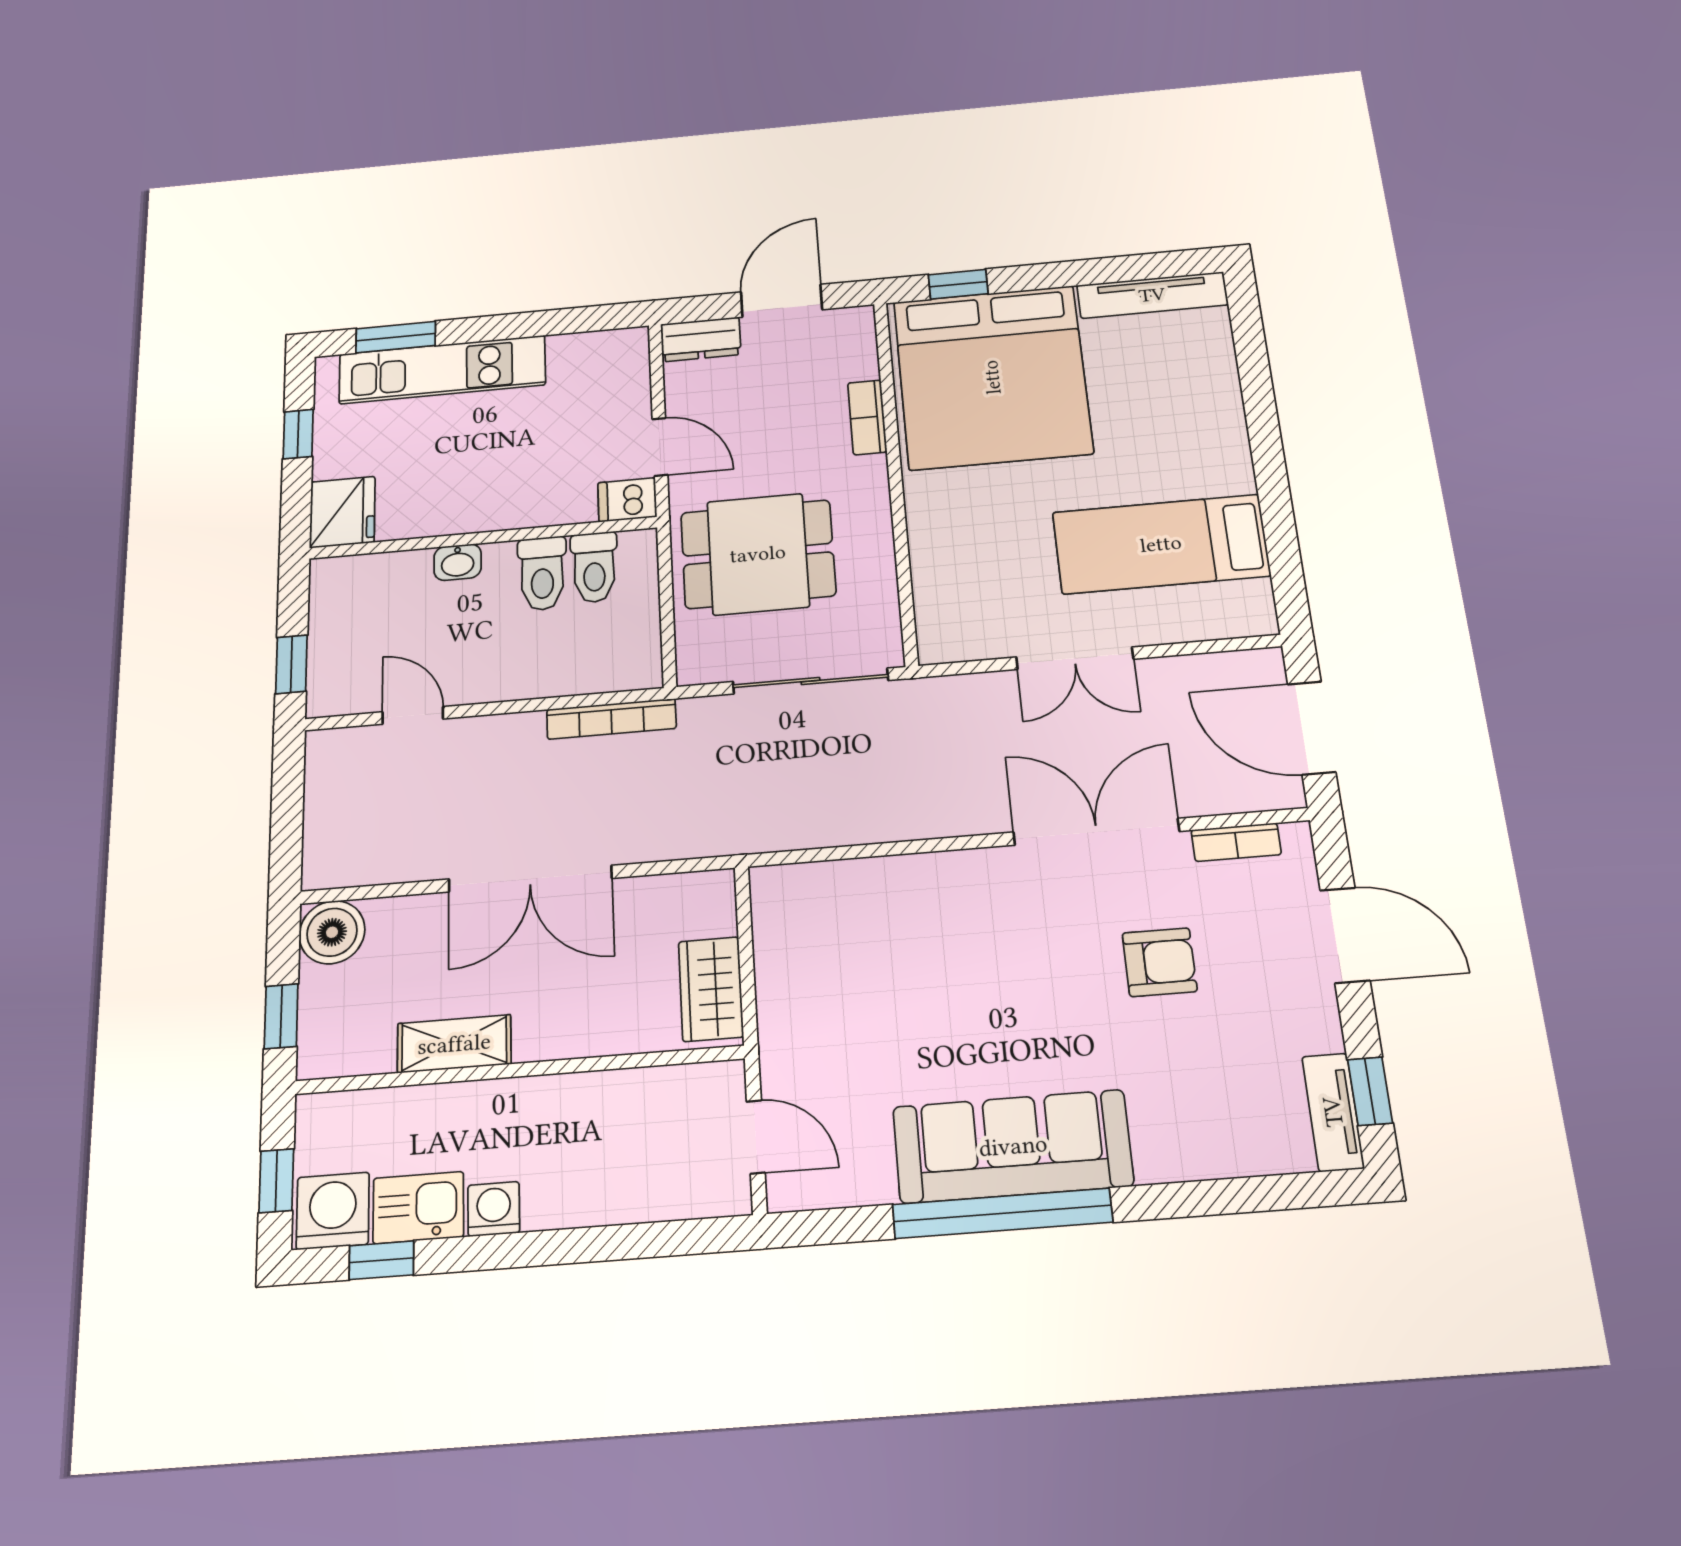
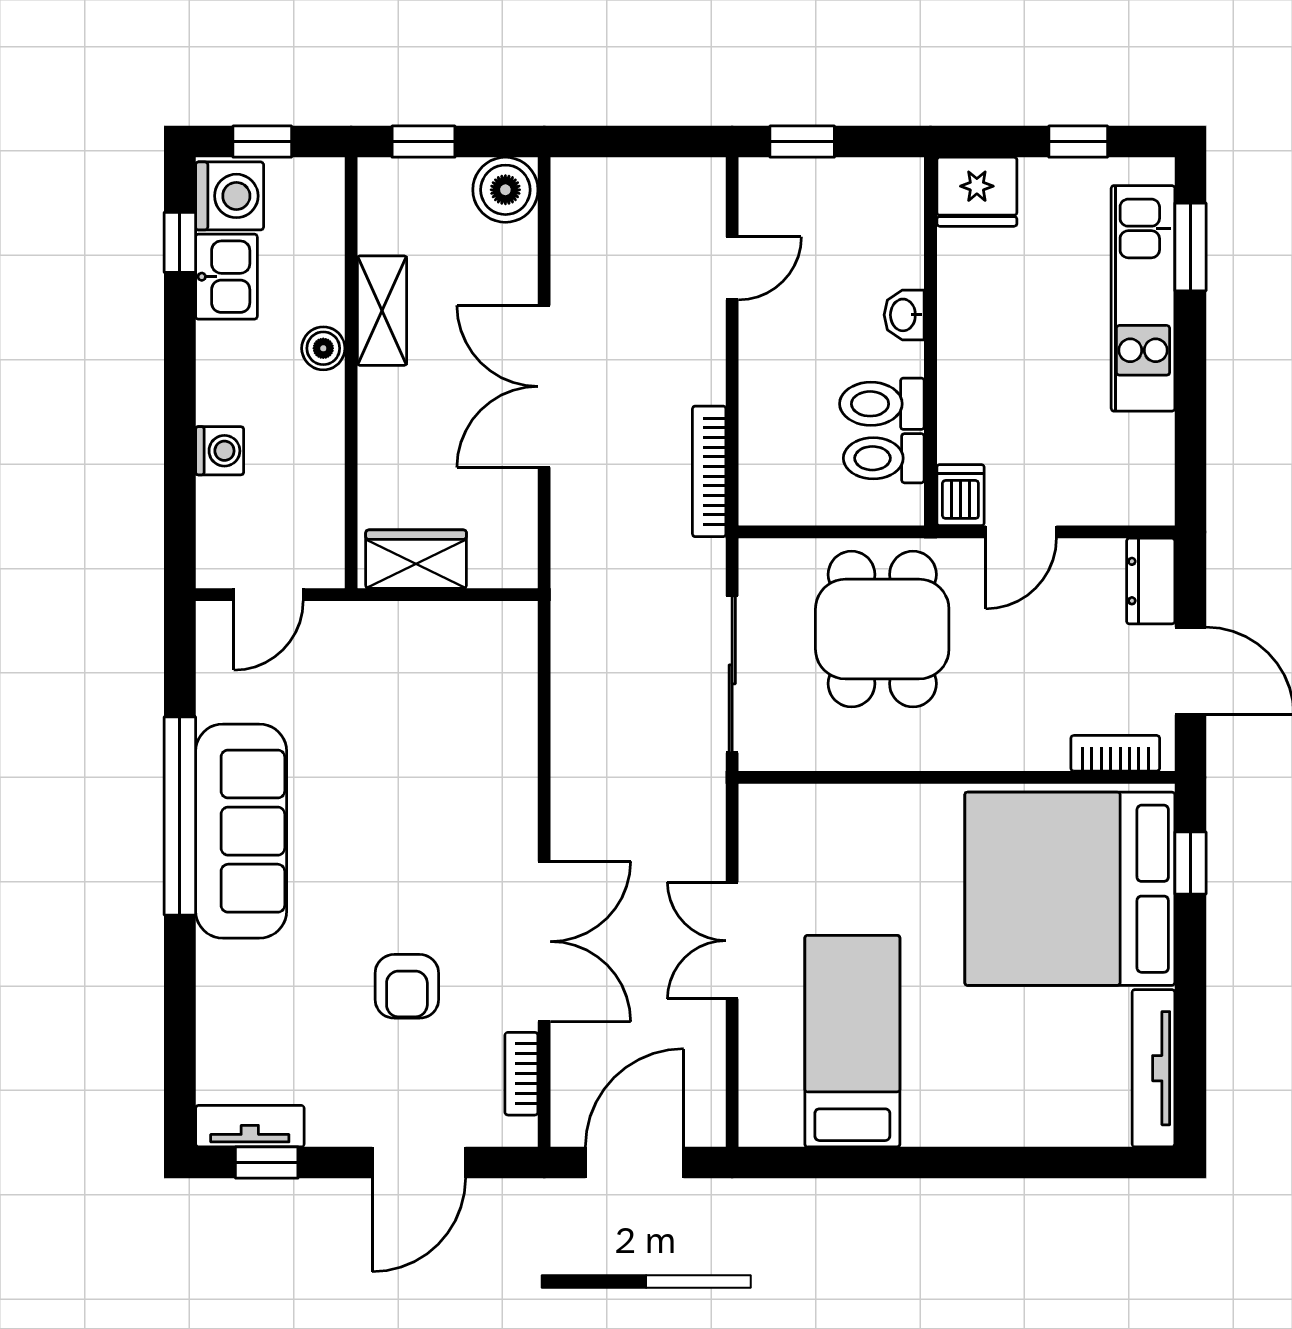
bookcase: (867, 417) -> (1115, 753), moved
boiler: (494, 1100) -> (323, 348), added
washing machine: (494, 1209) -> (220, 451), moved

